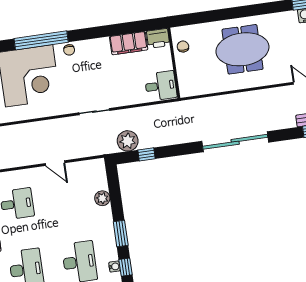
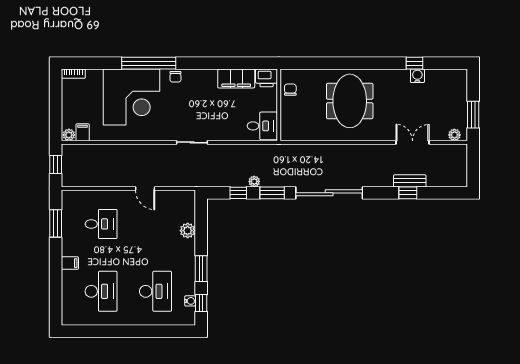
meeting table: (242, 49) -> (350, 101), turned 90
plant: (128, 141) -> (254, 181), moved, width x0.53, depth x0.53
window: (180, 150) -> (272, 193), added

